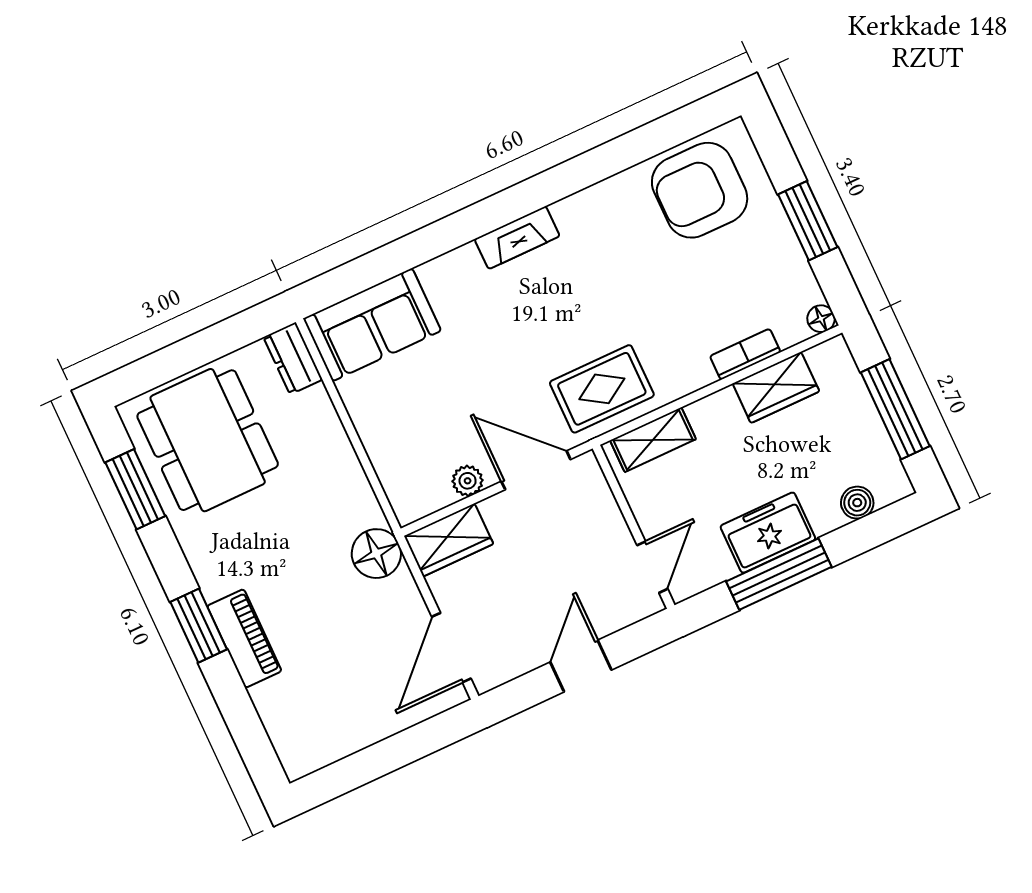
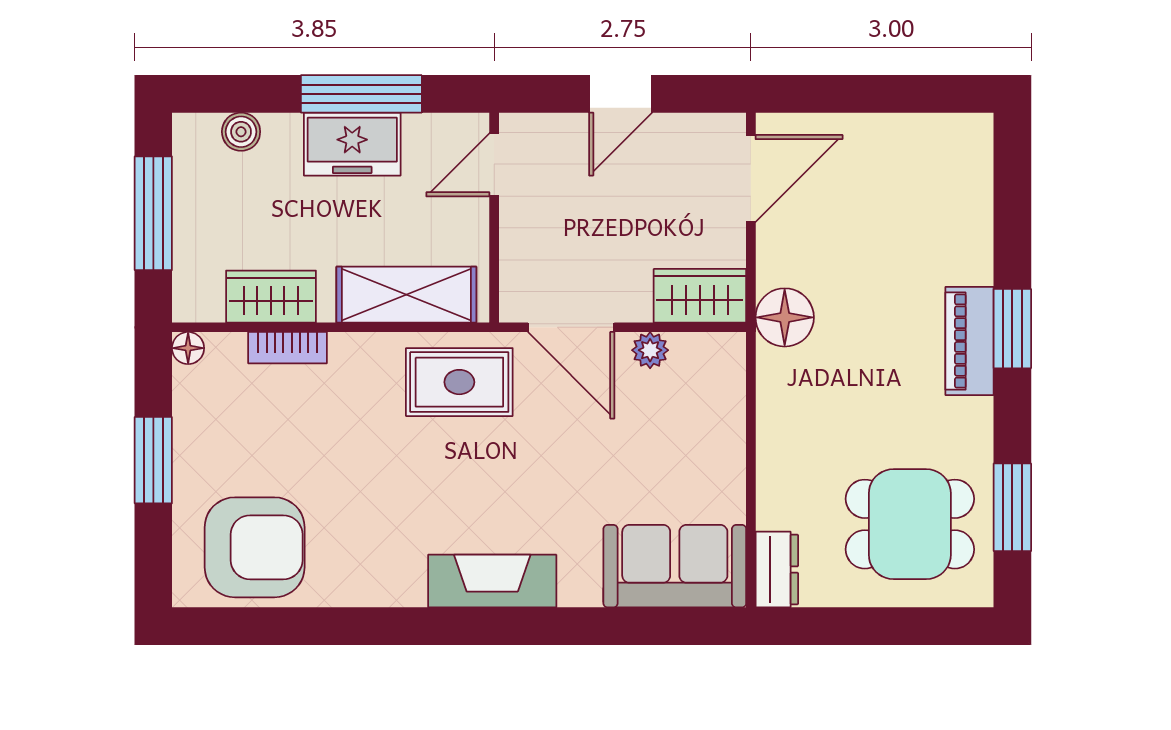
fireplace: (517, 238) -> (492, 581), width x1.37, depth x1.32
dining table: (208, 440) -> (910, 524), width x0.73
shelving: (653, 440) -> (406, 295), width x1.50, depth x1.33
piano: (244, 638) -> (969, 341), moved

